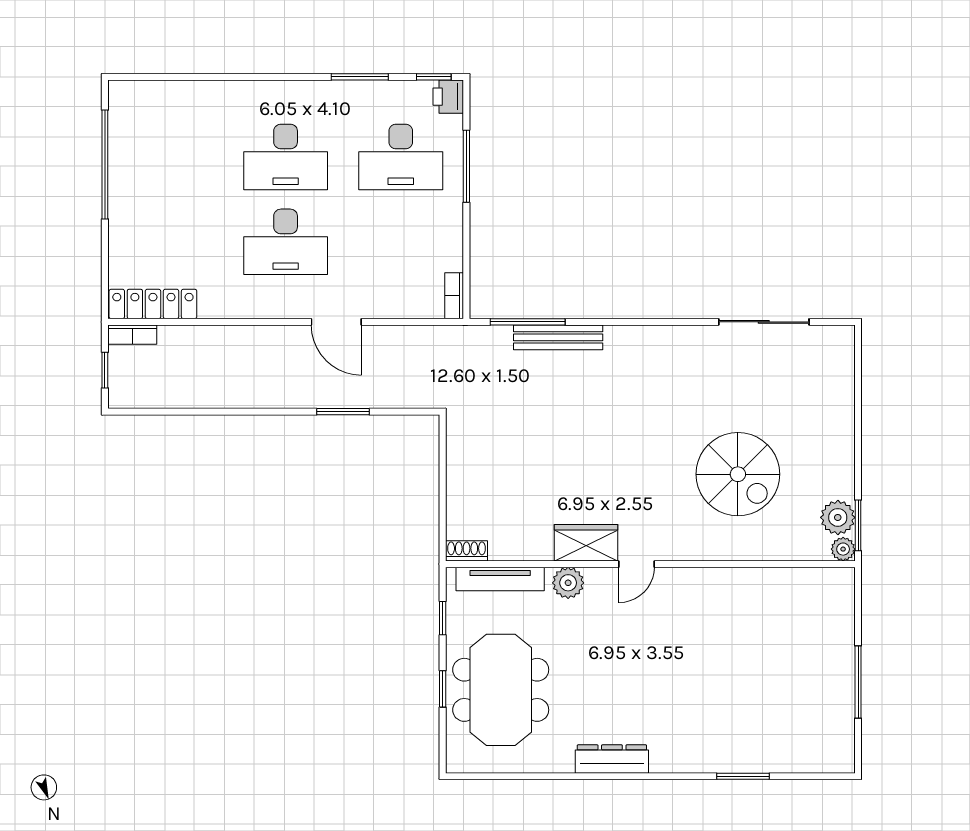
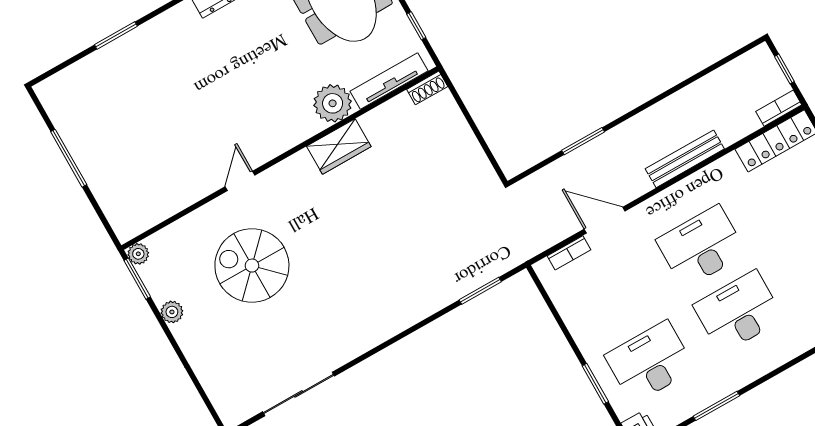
window: (466, 166) -> (595, 384), width x0.69
bookcase: (454, 296) -> (569, 253), moved, turned 90
door: (336, 322) -> (605, 220), moved
window: (528, 322) -> (480, 291), width x0.69
bench: (558, 337) -> (685, 159), moved
plant: (838, 517) -> (172, 312), moved, width x0.73, depth x0.73
door: (637, 564) -> (240, 181), moved
plant: (568, 583) -> (333, 103), width x1.36, depth x1.36

